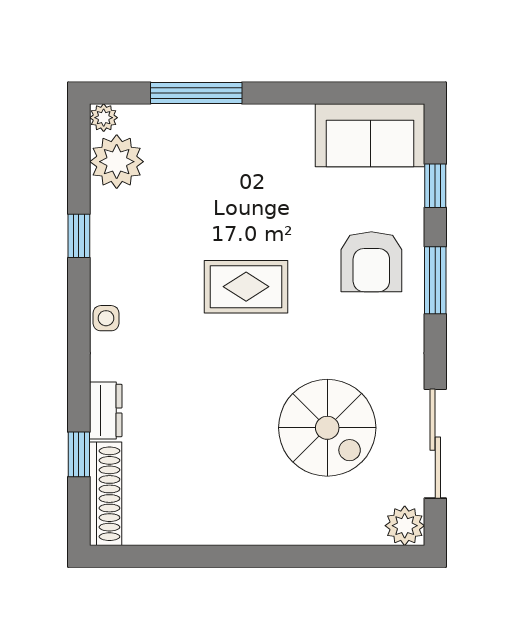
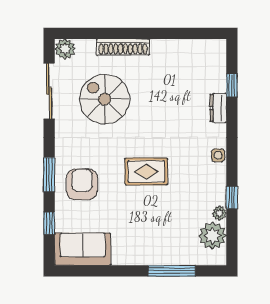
plant: (104, 118) -> (219, 213), moved
shoe rack: (106, 494) -> (123, 47), moved, turned -90

